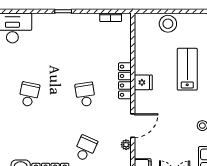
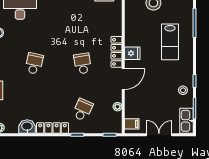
lab bench: (187, 69) -> (170, 42), turned 180
door: (133, 126) -> (123, 79), moved

